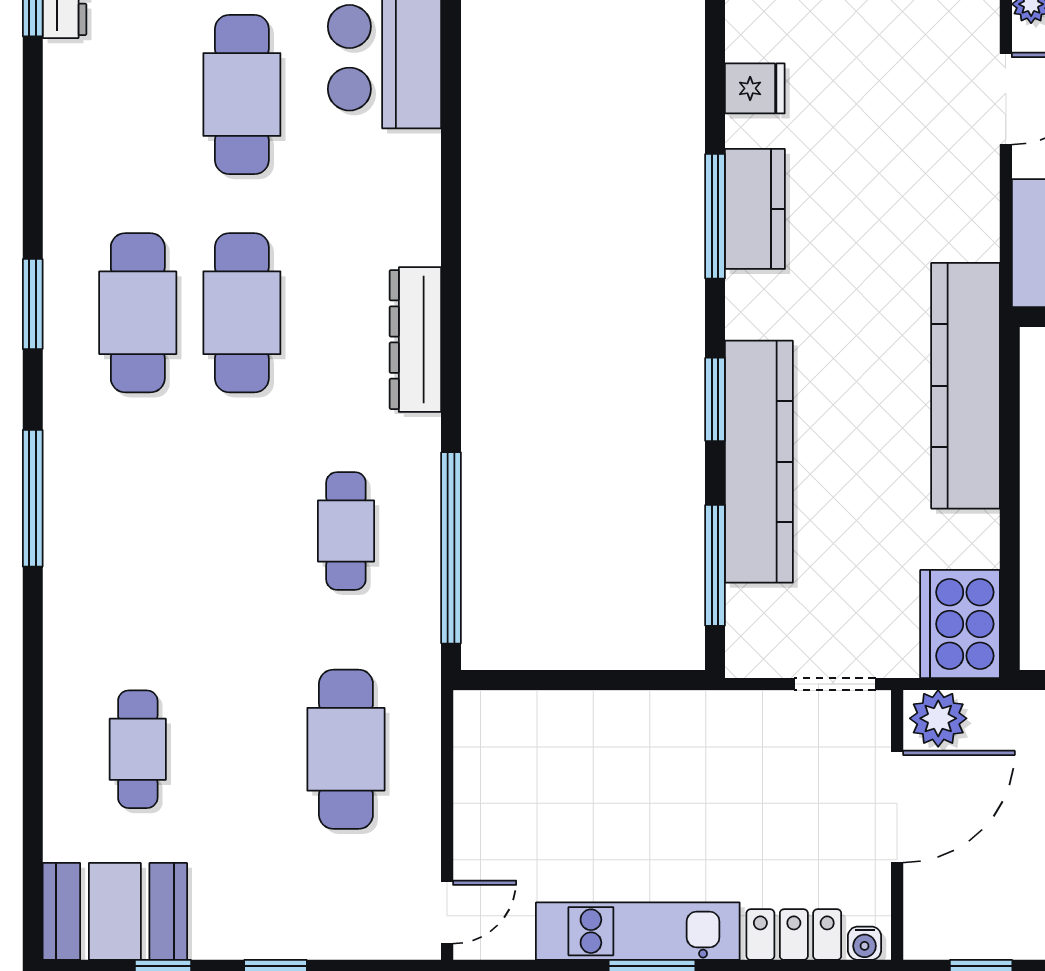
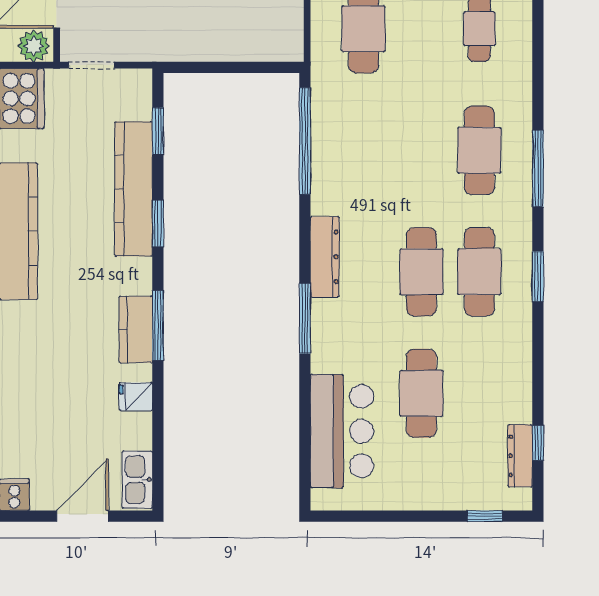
window: (451, 229) -> (305, 318), added
cafe table: (346, 531) -> (479, 150), moved, width x1.37, depth x1.35
window: (715, 565) -> (158, 131), width x0.69

